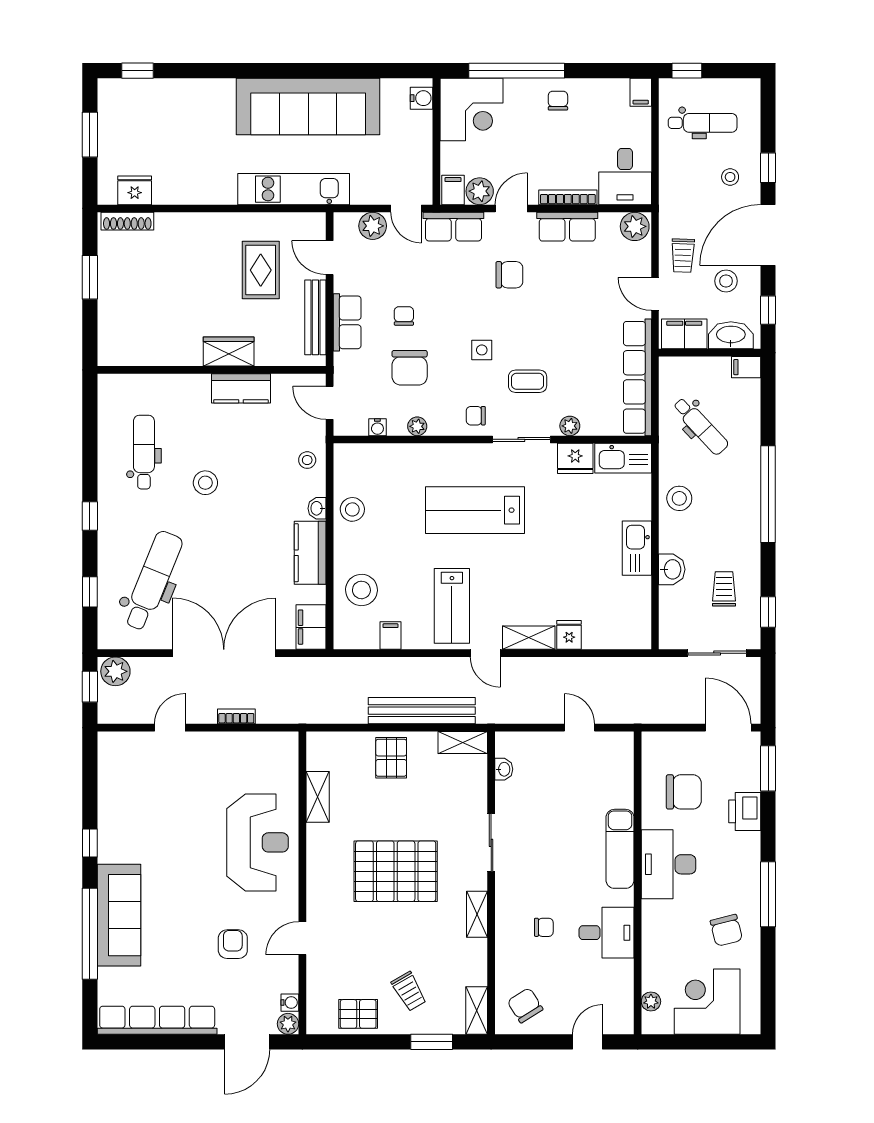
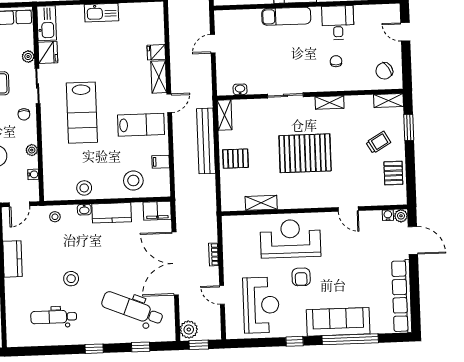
reception desk: (151, 791) -> (261, 305), added
pallet: (396, 871) -> (305, 153), turned 90
armchair: (233, 944) -> (301, 277), moved, turned -90

